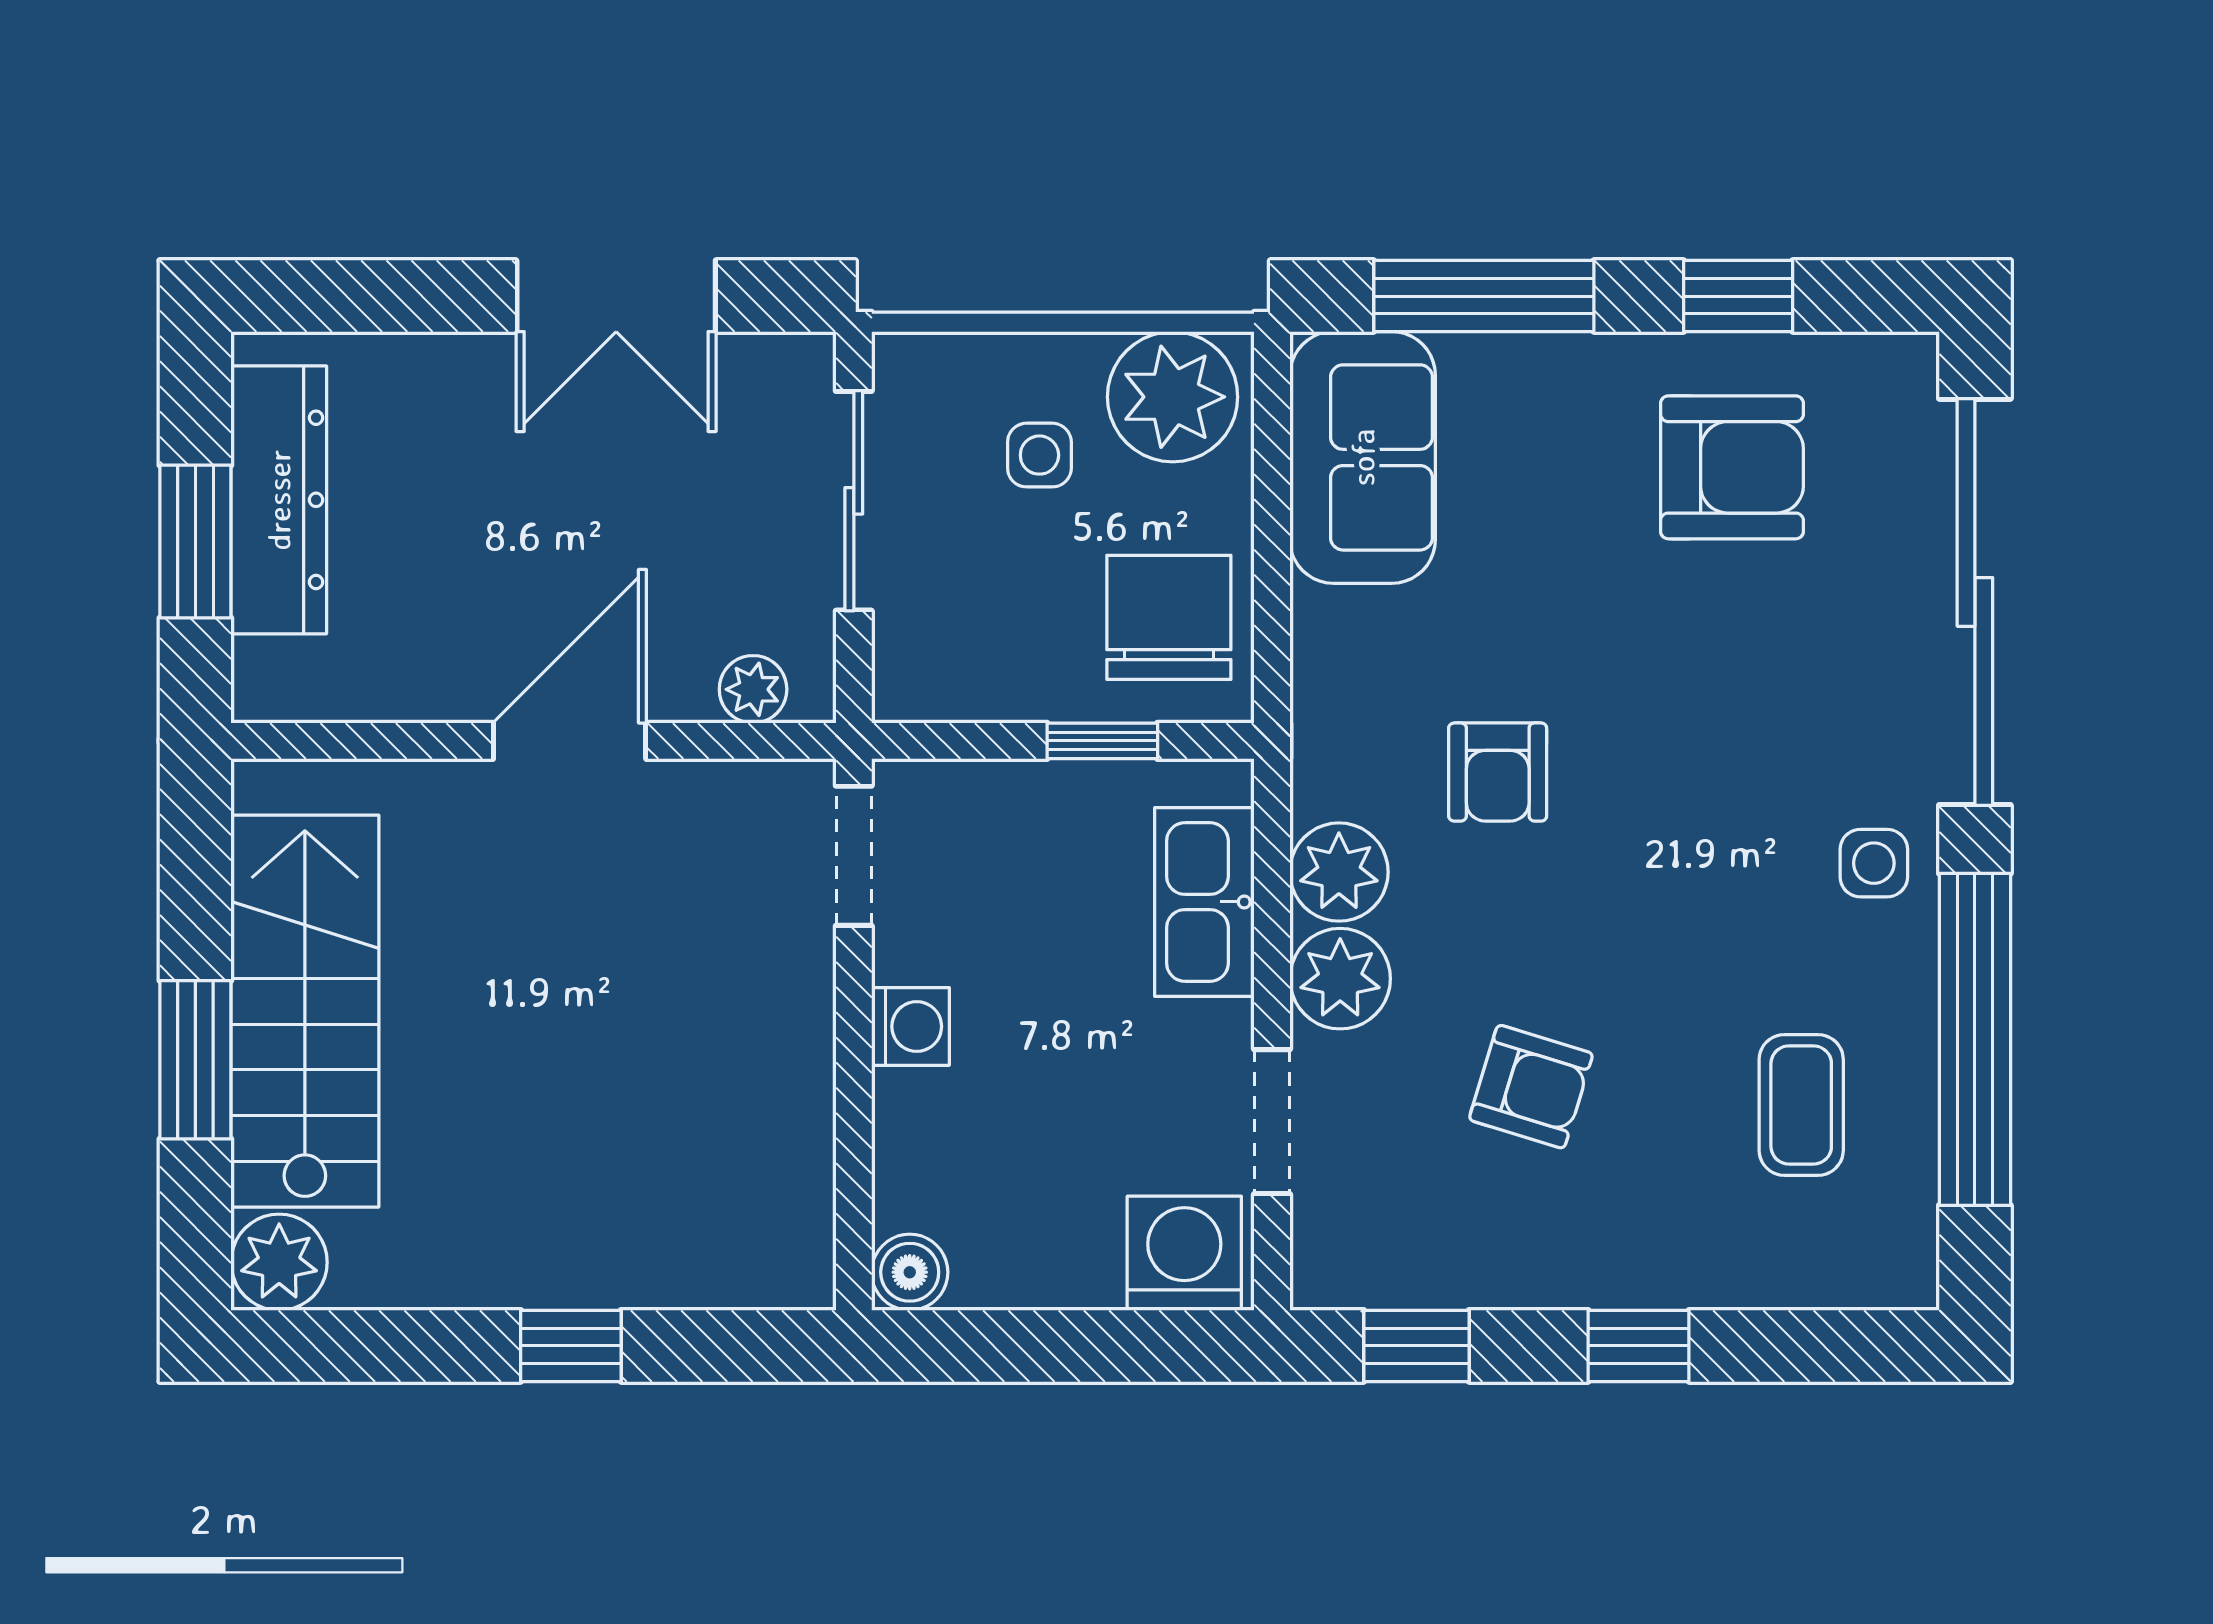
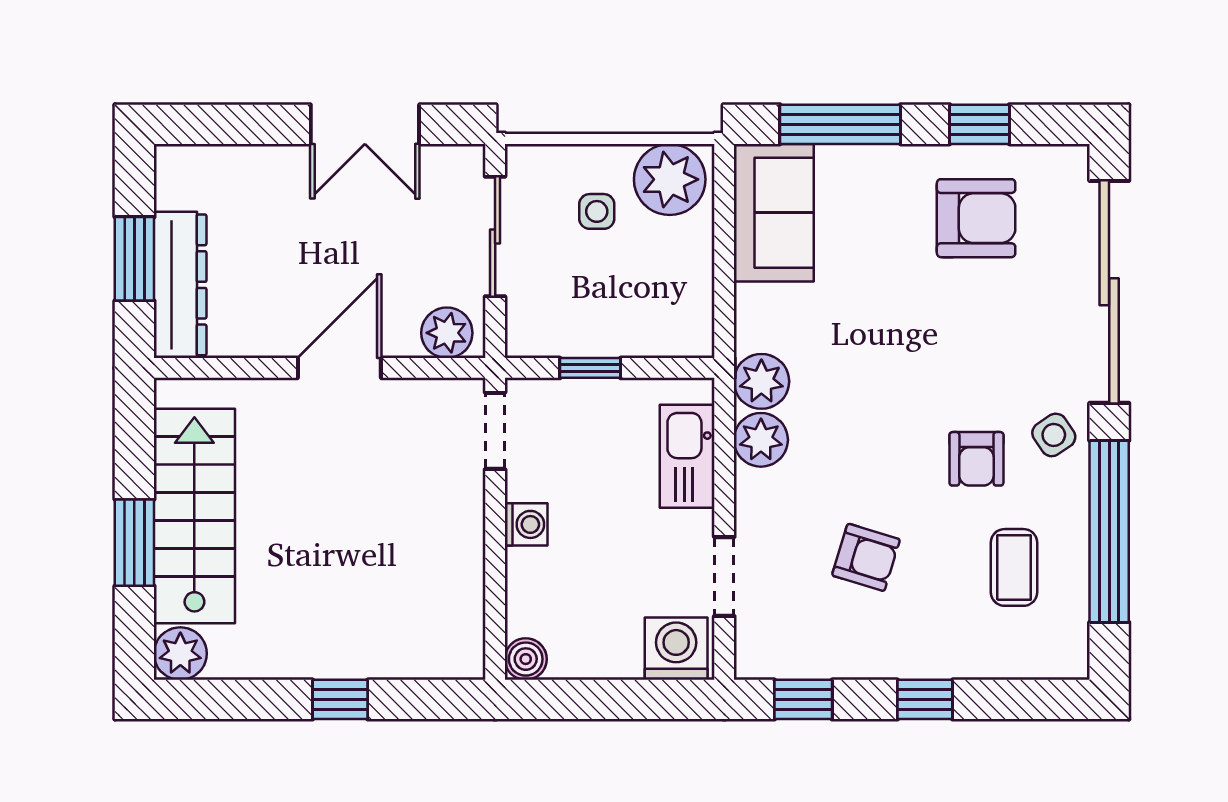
dresser: (279, 500) -> (180, 285), moved
chair: (1169, 617) -> (668, 300), removed
plant: (753, 689) -> (447, 333), width x1.38, depth x1.38
window: (1102, 741) -> (590, 368), moved
armchair: (1498, 772) -> (976, 459), moved
side table: (1874, 863) -> (1054, 435), turned -34
plant: (1340, 979) -> (761, 381), moved

